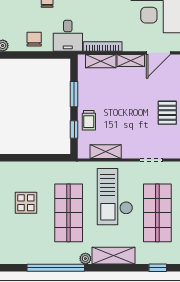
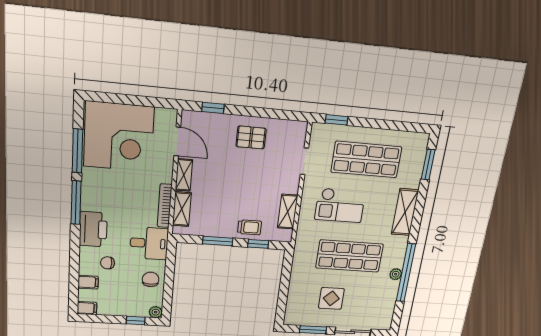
chair: (34, 39) -> (151, 279), turned 90
checkout: (115, 197) -> (340, 205), width x0.73, depth x0.83
plant: (85, 259) -> (396, 274), moved
window: (158, 268) -> (428, 165), width x1.50

